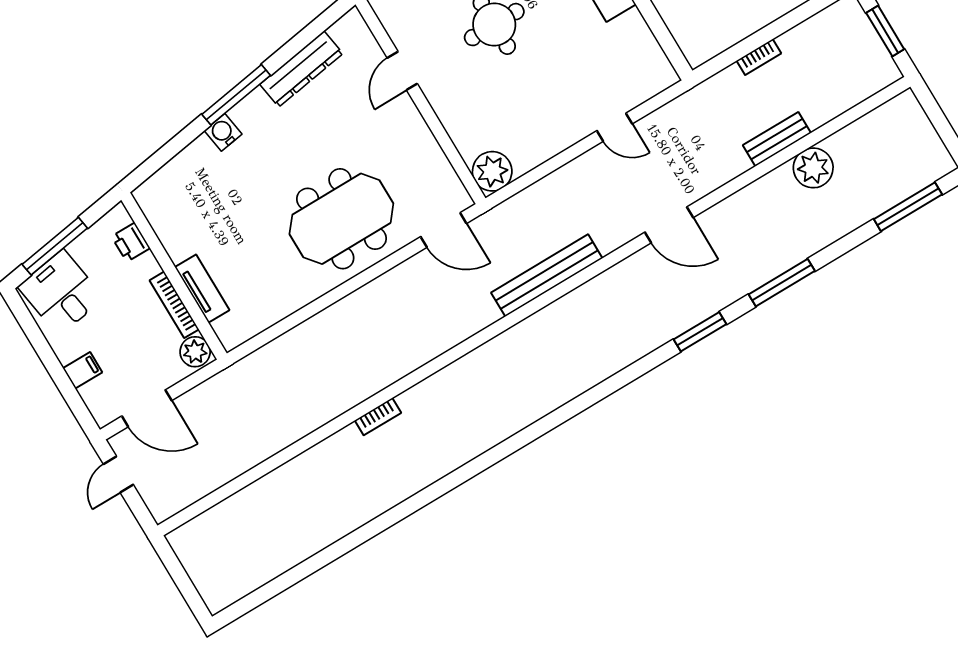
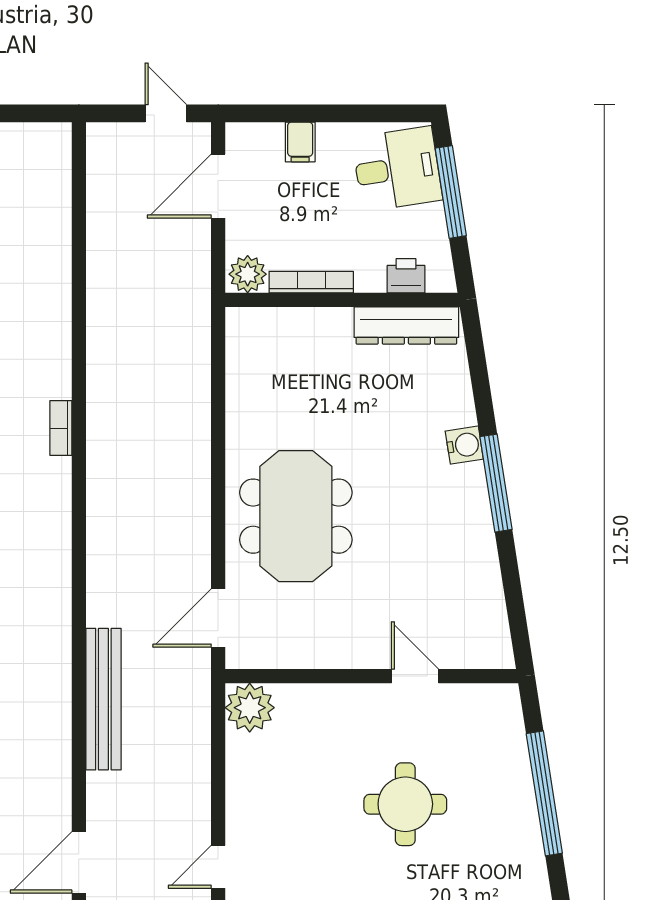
dresser: (301, 69) -> (406, 325), moved, turned -81
tv unit: (202, 289) -> (311, 322), removed

